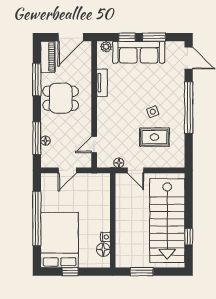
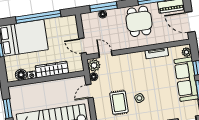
plant: (105, 160) -> (94, 65), added
door: (67, 170) -> (83, 46), moved
wardrobe: (103, 212) -> (52, 69), added

